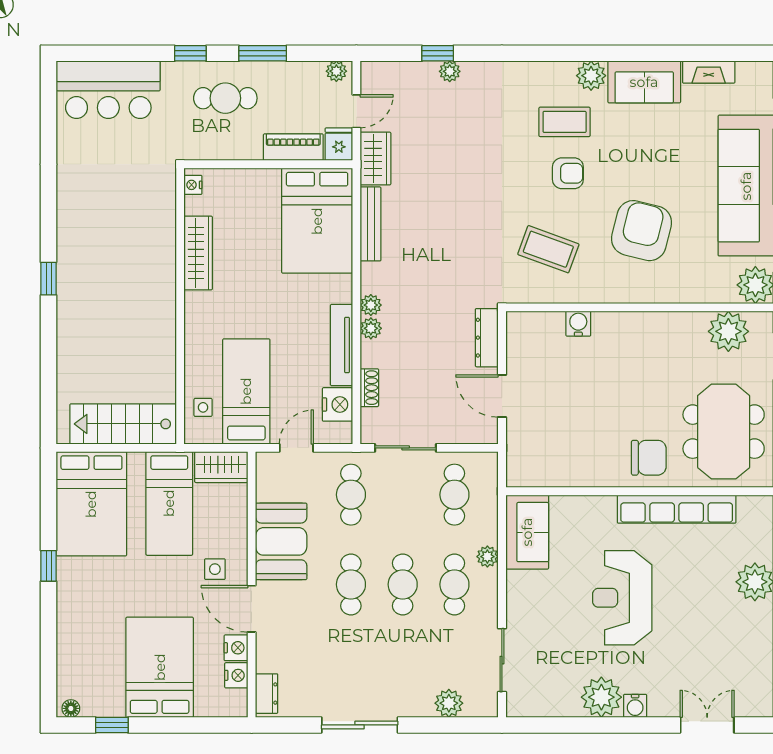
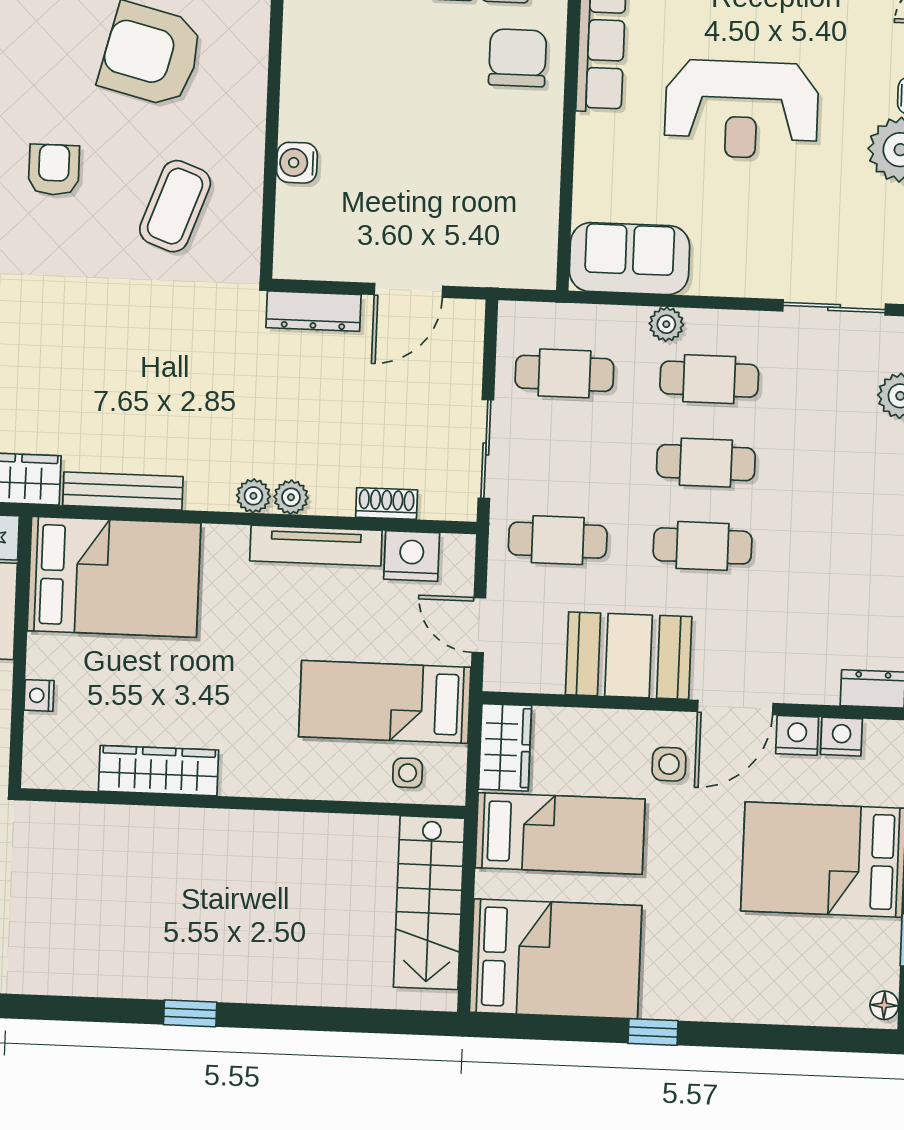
nightstand: (193, 185) -> (39, 695), moved, turned 90

